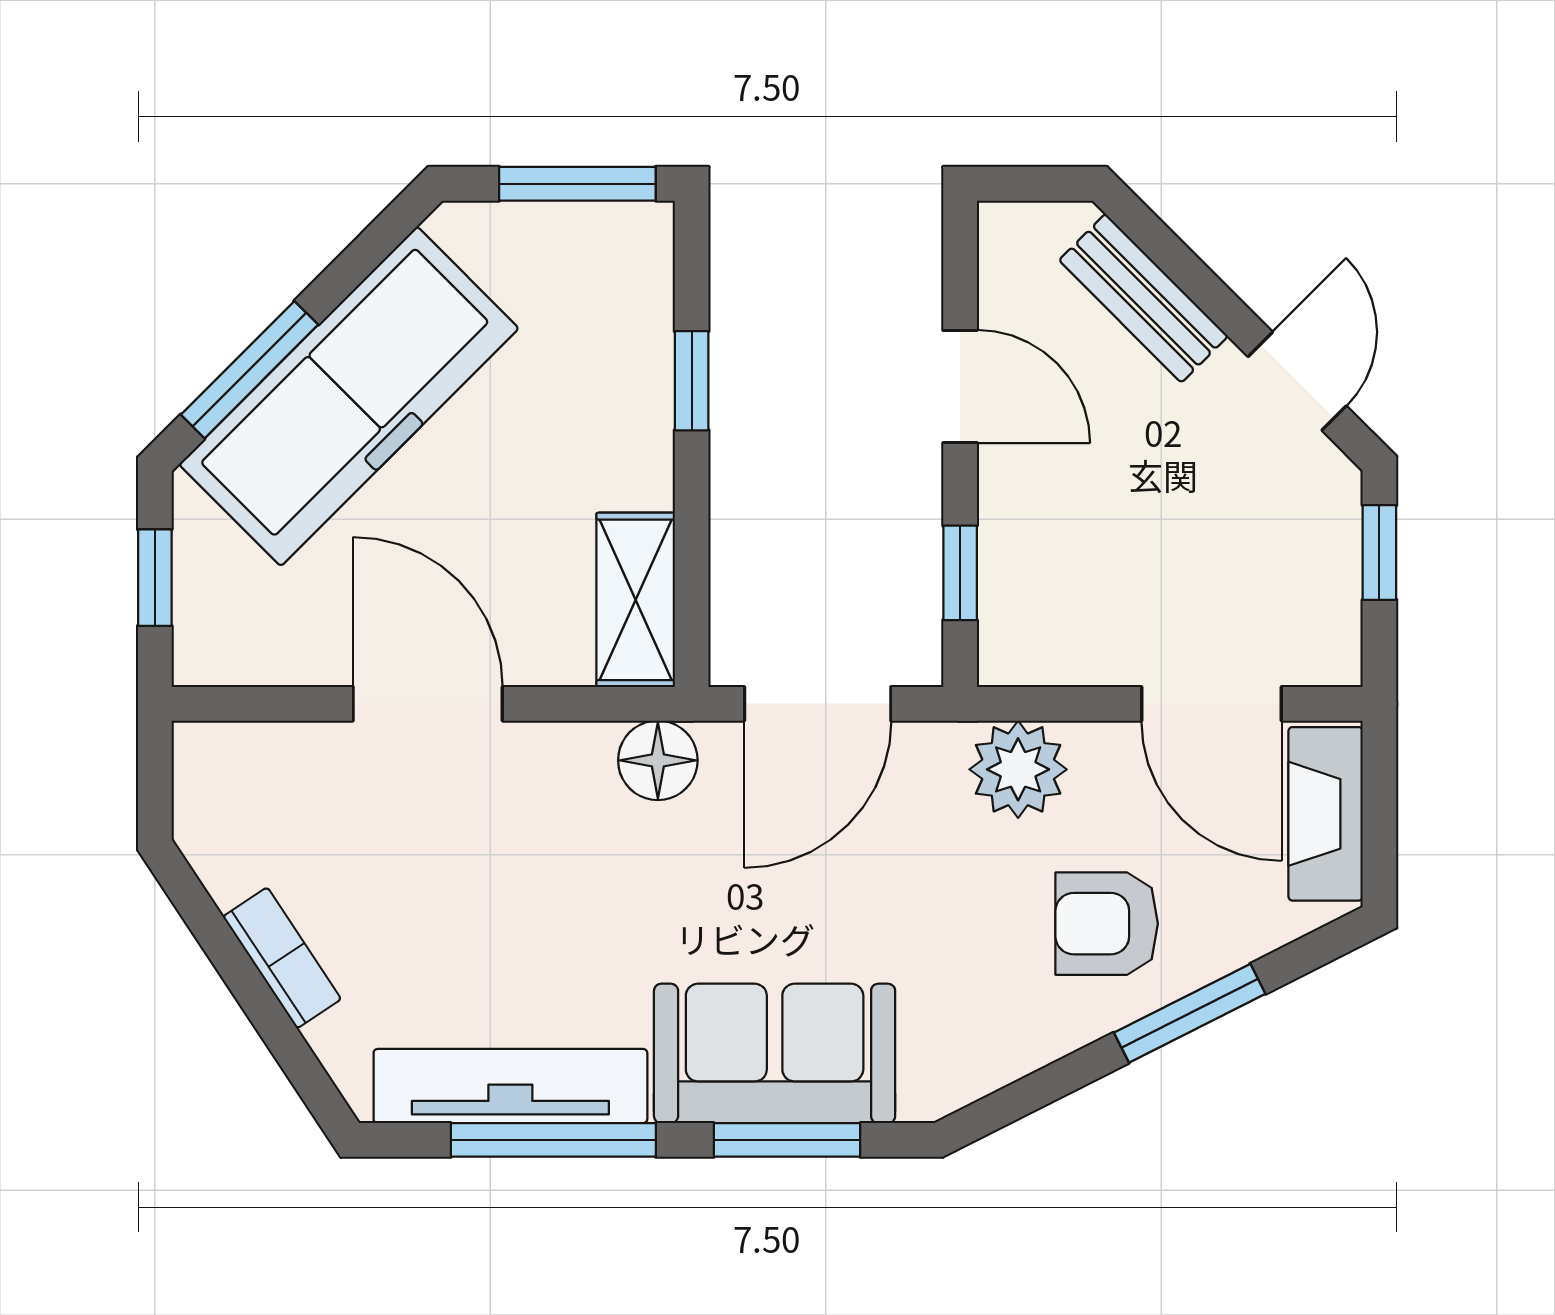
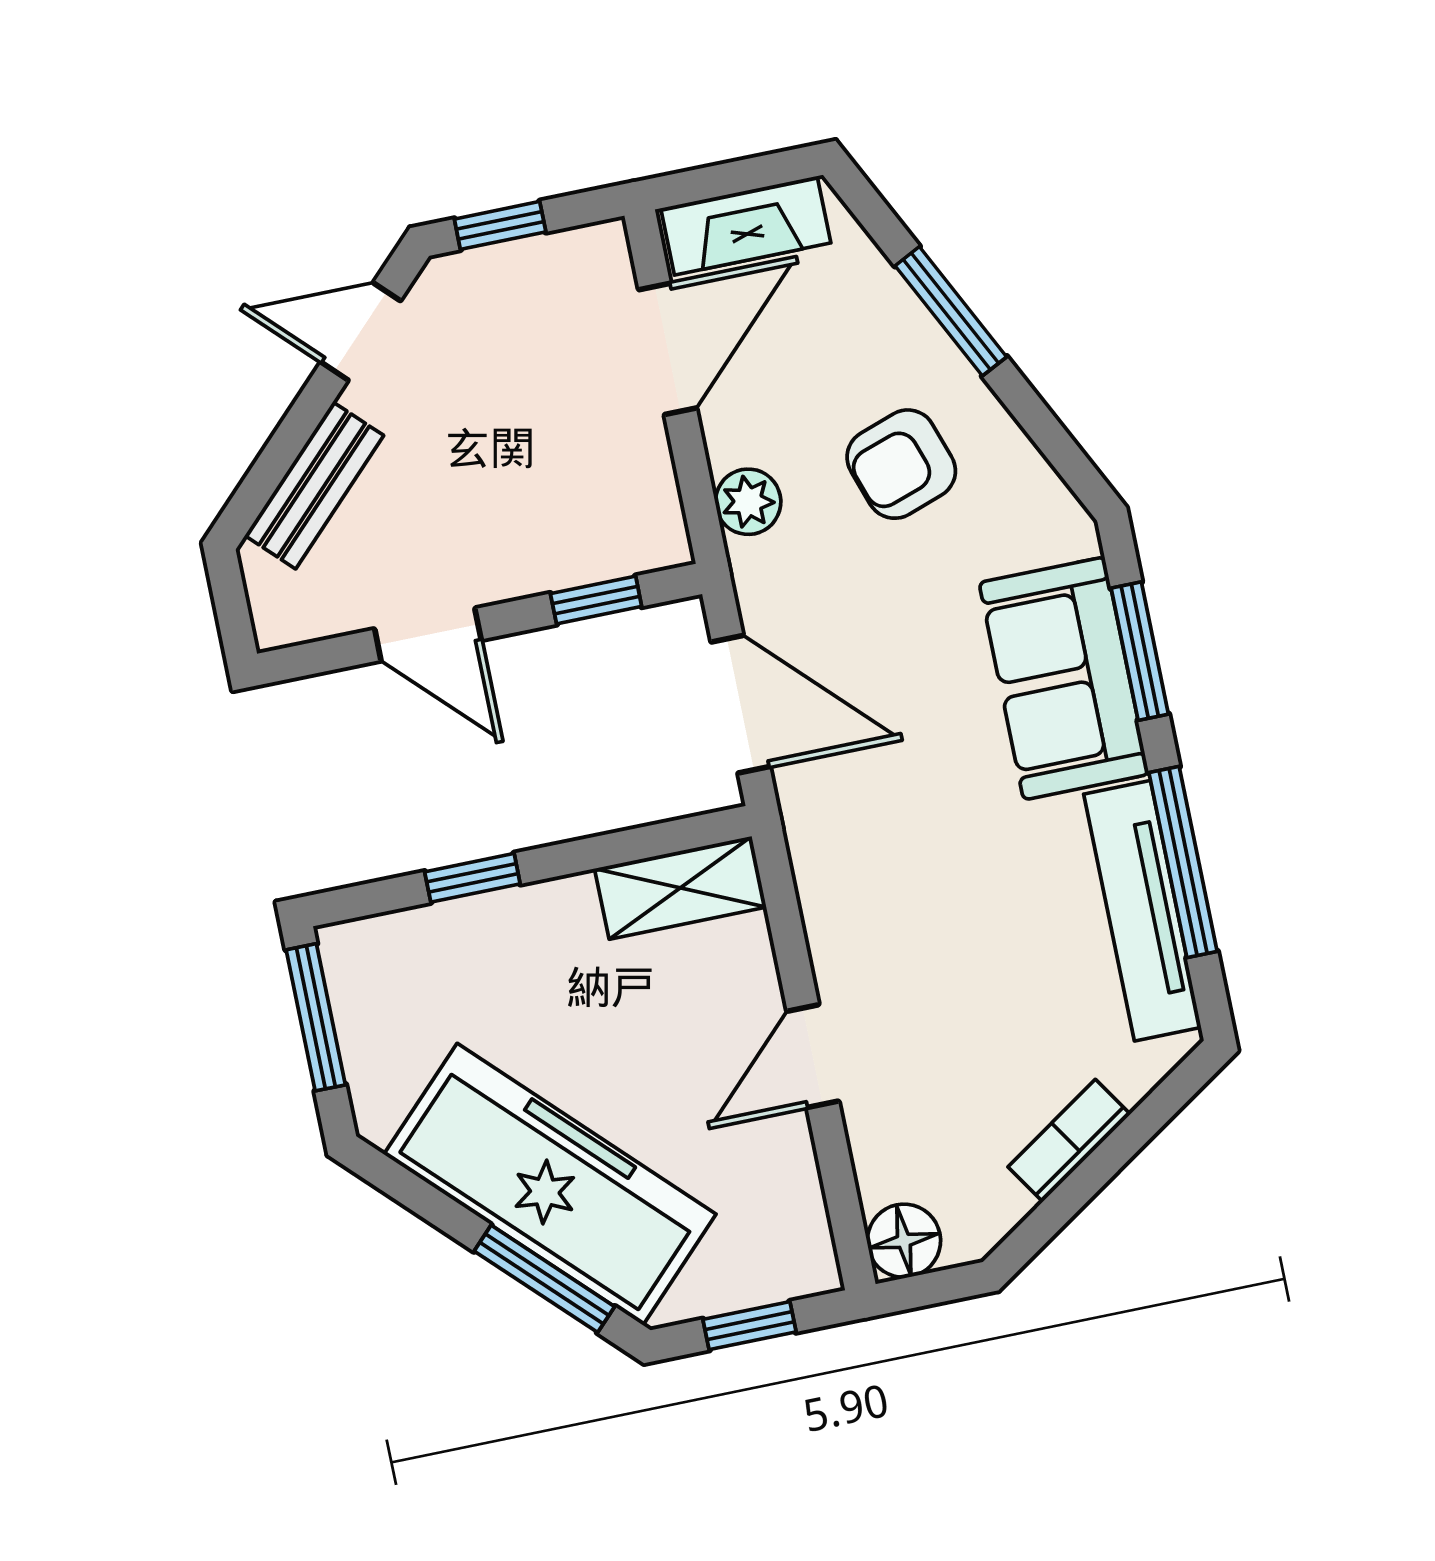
door: (960, 387) -> (428, 635), swing flipped
door: (428, 704) -> (813, 1056), width x0.73
floor lamp: (658, 760) -> (904, 1241), moved
plant: (1018, 769) -> (748, 502), width x0.73, depth x0.73
armchair: (1107, 924) -> (901, 464), moved, turned 71

